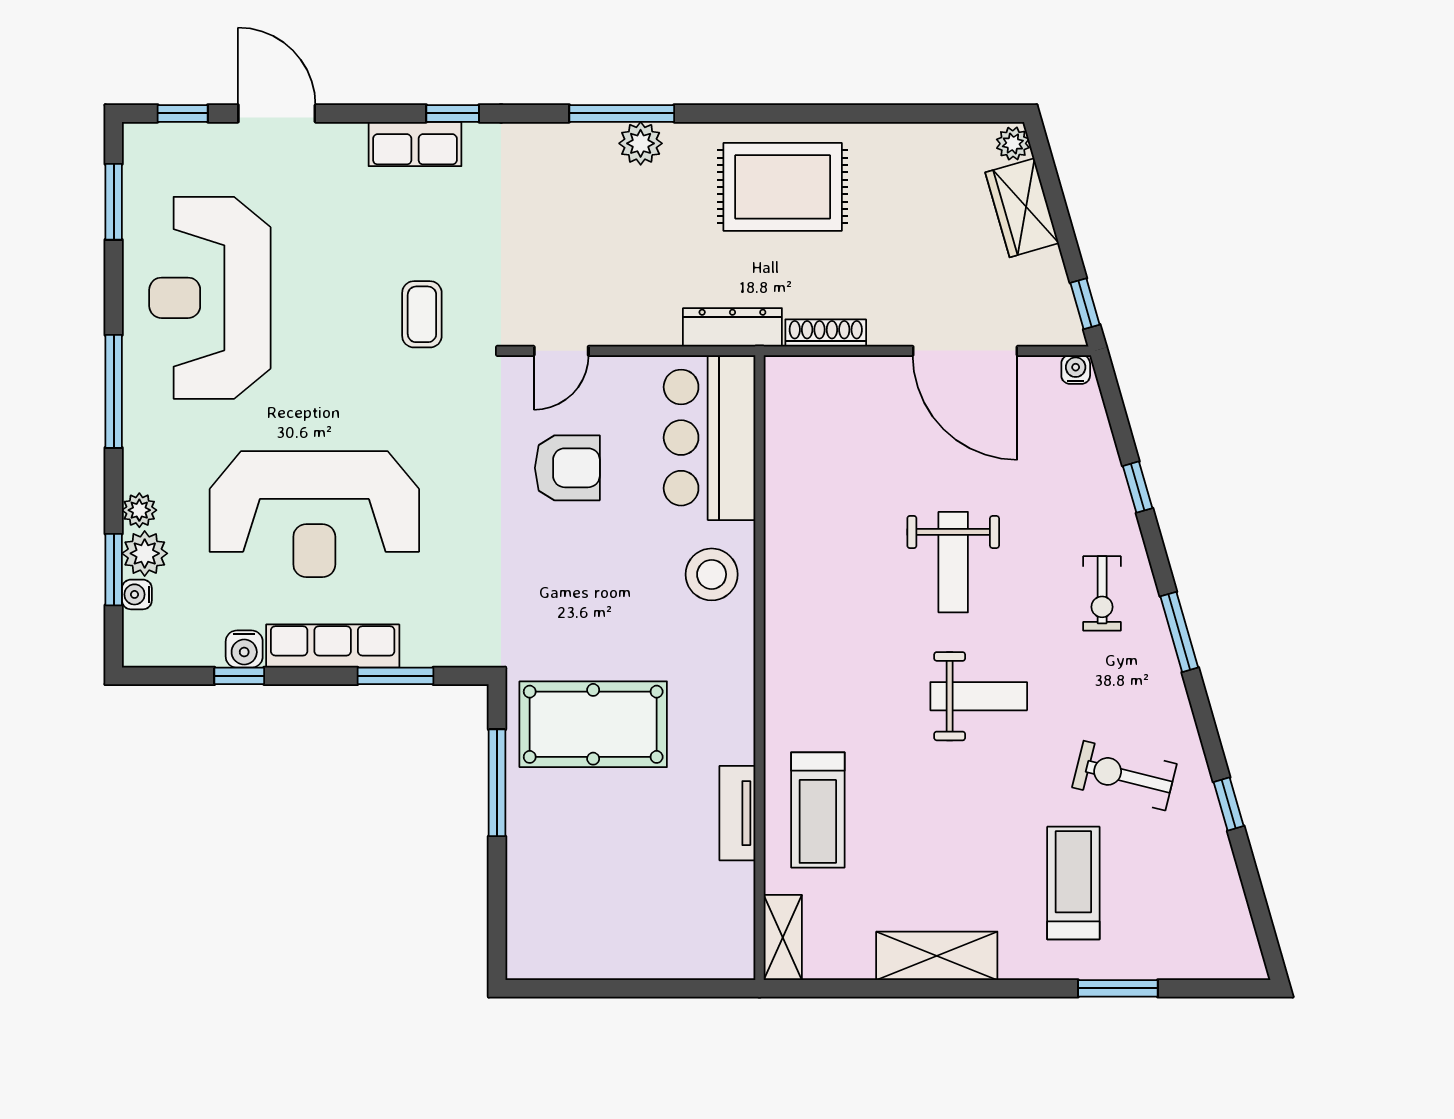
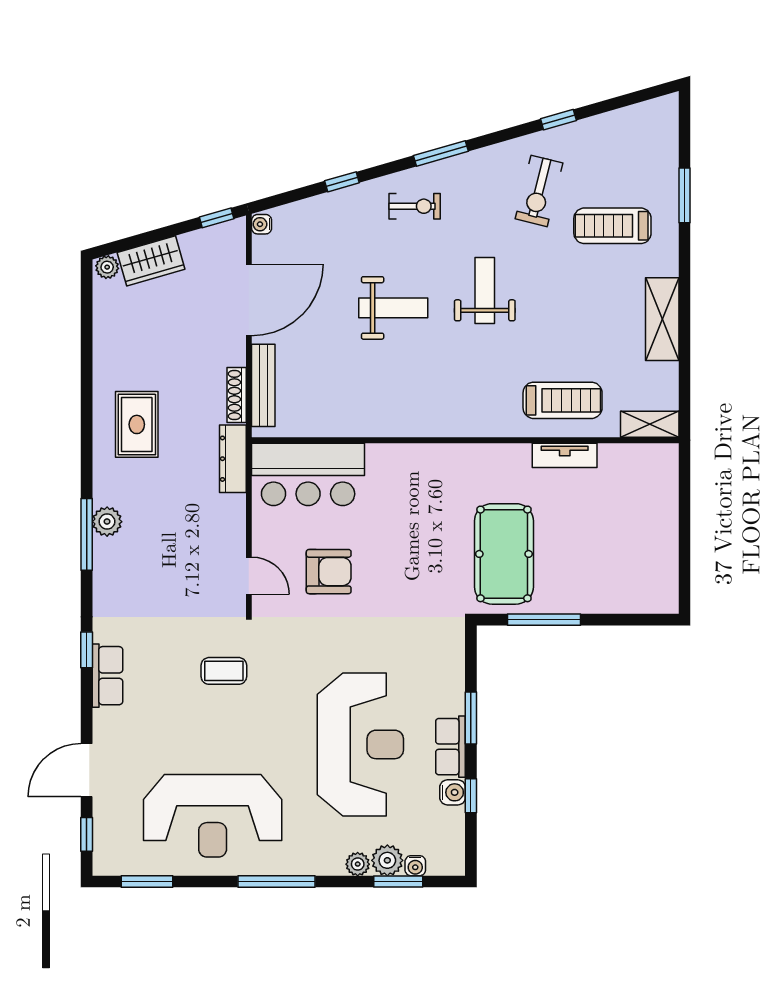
rug: (783, 187) -> (137, 424), width x0.73, depth x0.70
bench: (840, 372) -> (263, 385), added
armchair: (567, 468) -> (329, 572), turned 90
stool: (712, 574) -> (402, 473), removed
row of seats: (333, 646) -> (451, 747), width x0.68
window: (395, 676) -> (471, 718), moved

